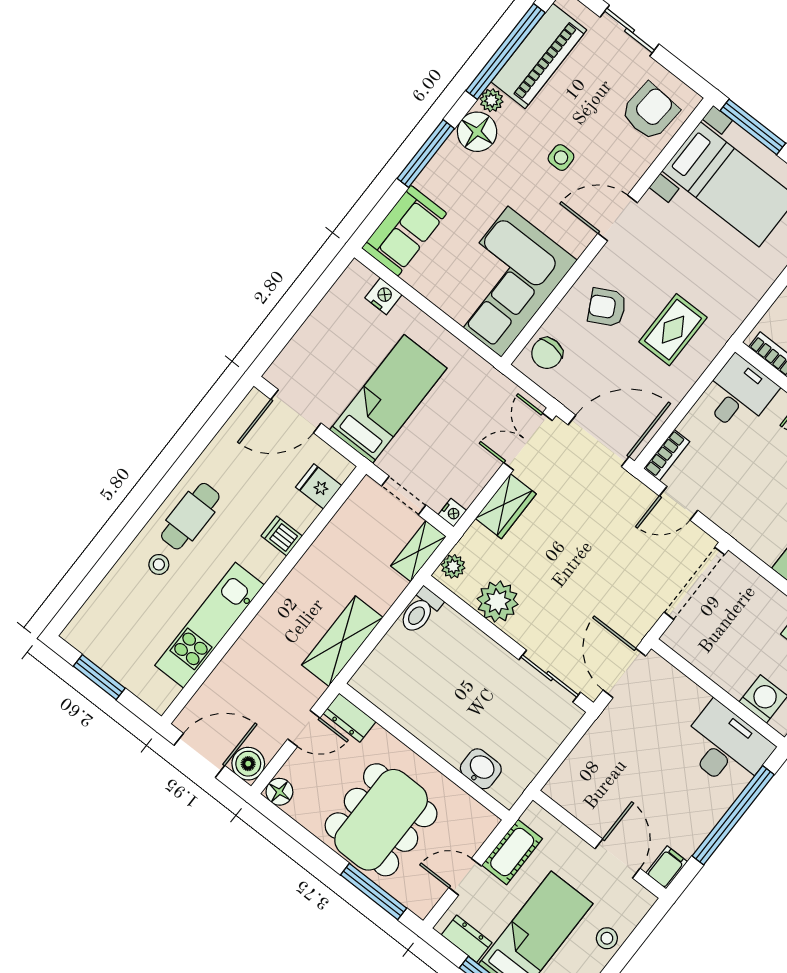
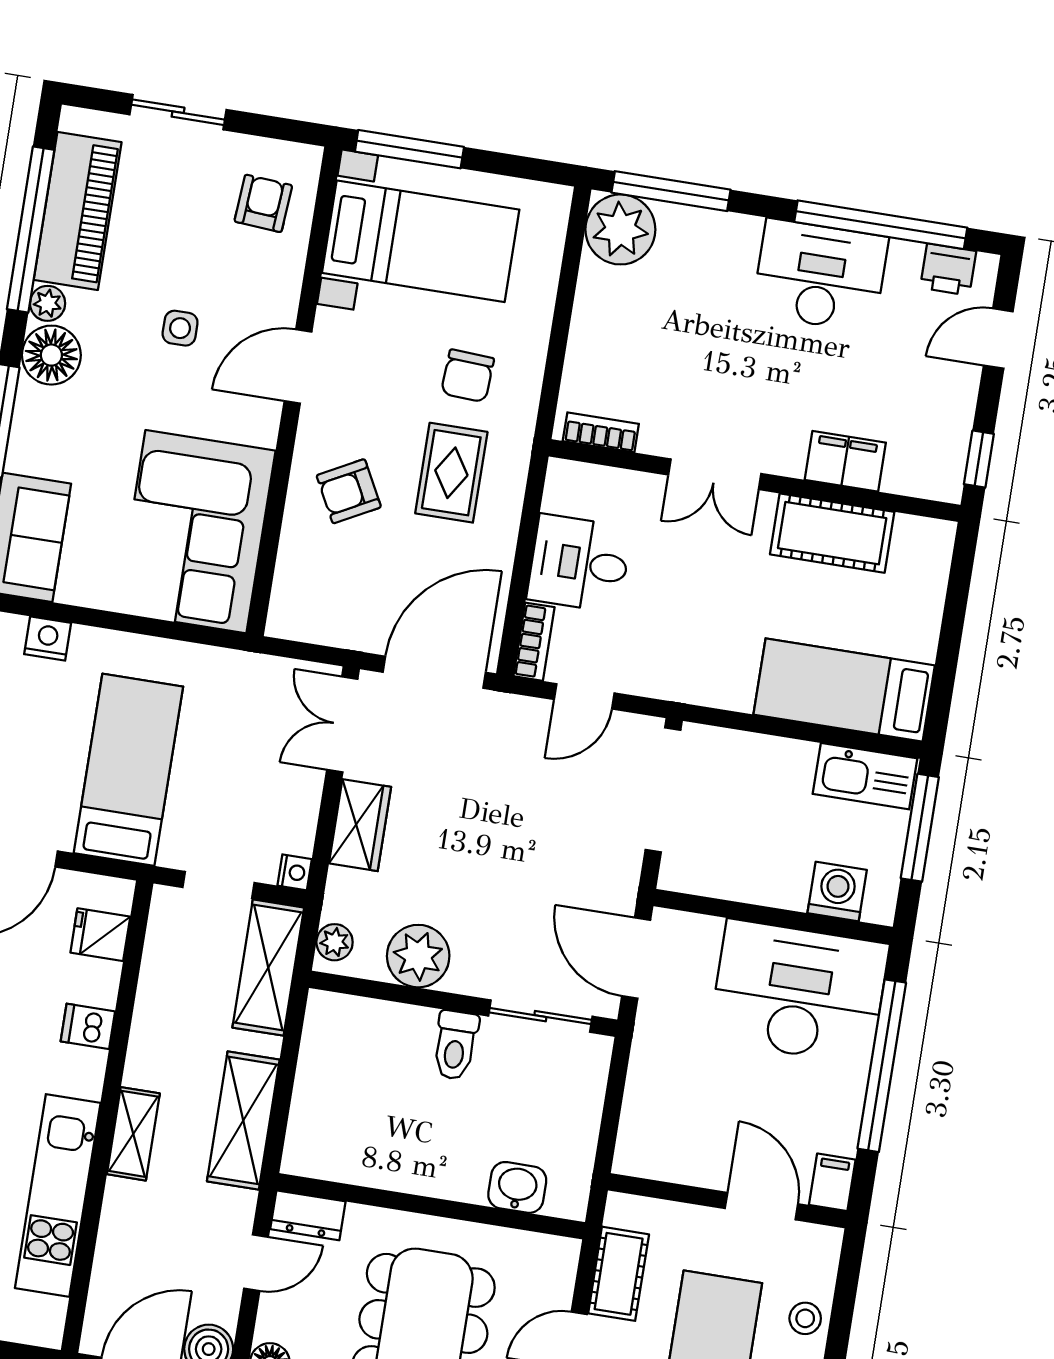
armchair: (650, 111) -> (263, 203), width x0.72, depth x0.72
chair: (547, 353) -> (468, 376), moved
desk: (739, 394) -> (579, 563), moved, turned -90
shelving: (418, 551) -> (268, 968), width x1.50, depth x1.33
toilet: (420, 611) -> (455, 1045), moved
shelving: (274, 614) -> (133, 1134), added
desk: (726, 747) -> (799, 992), width x1.36, depth x1.30

